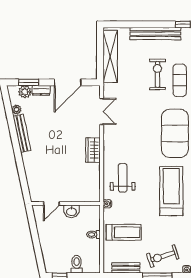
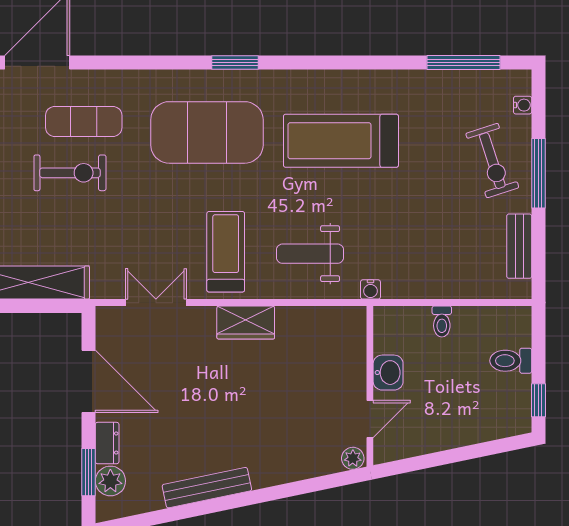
exercise bike: (157, 74) -> (70, 173), turned 180
plant: (16, 110) -> (353, 458), moved
door: (51, 204) -> (370, 419), hinge flipped
treadmill: (124, 232) -> (226, 252), moved

